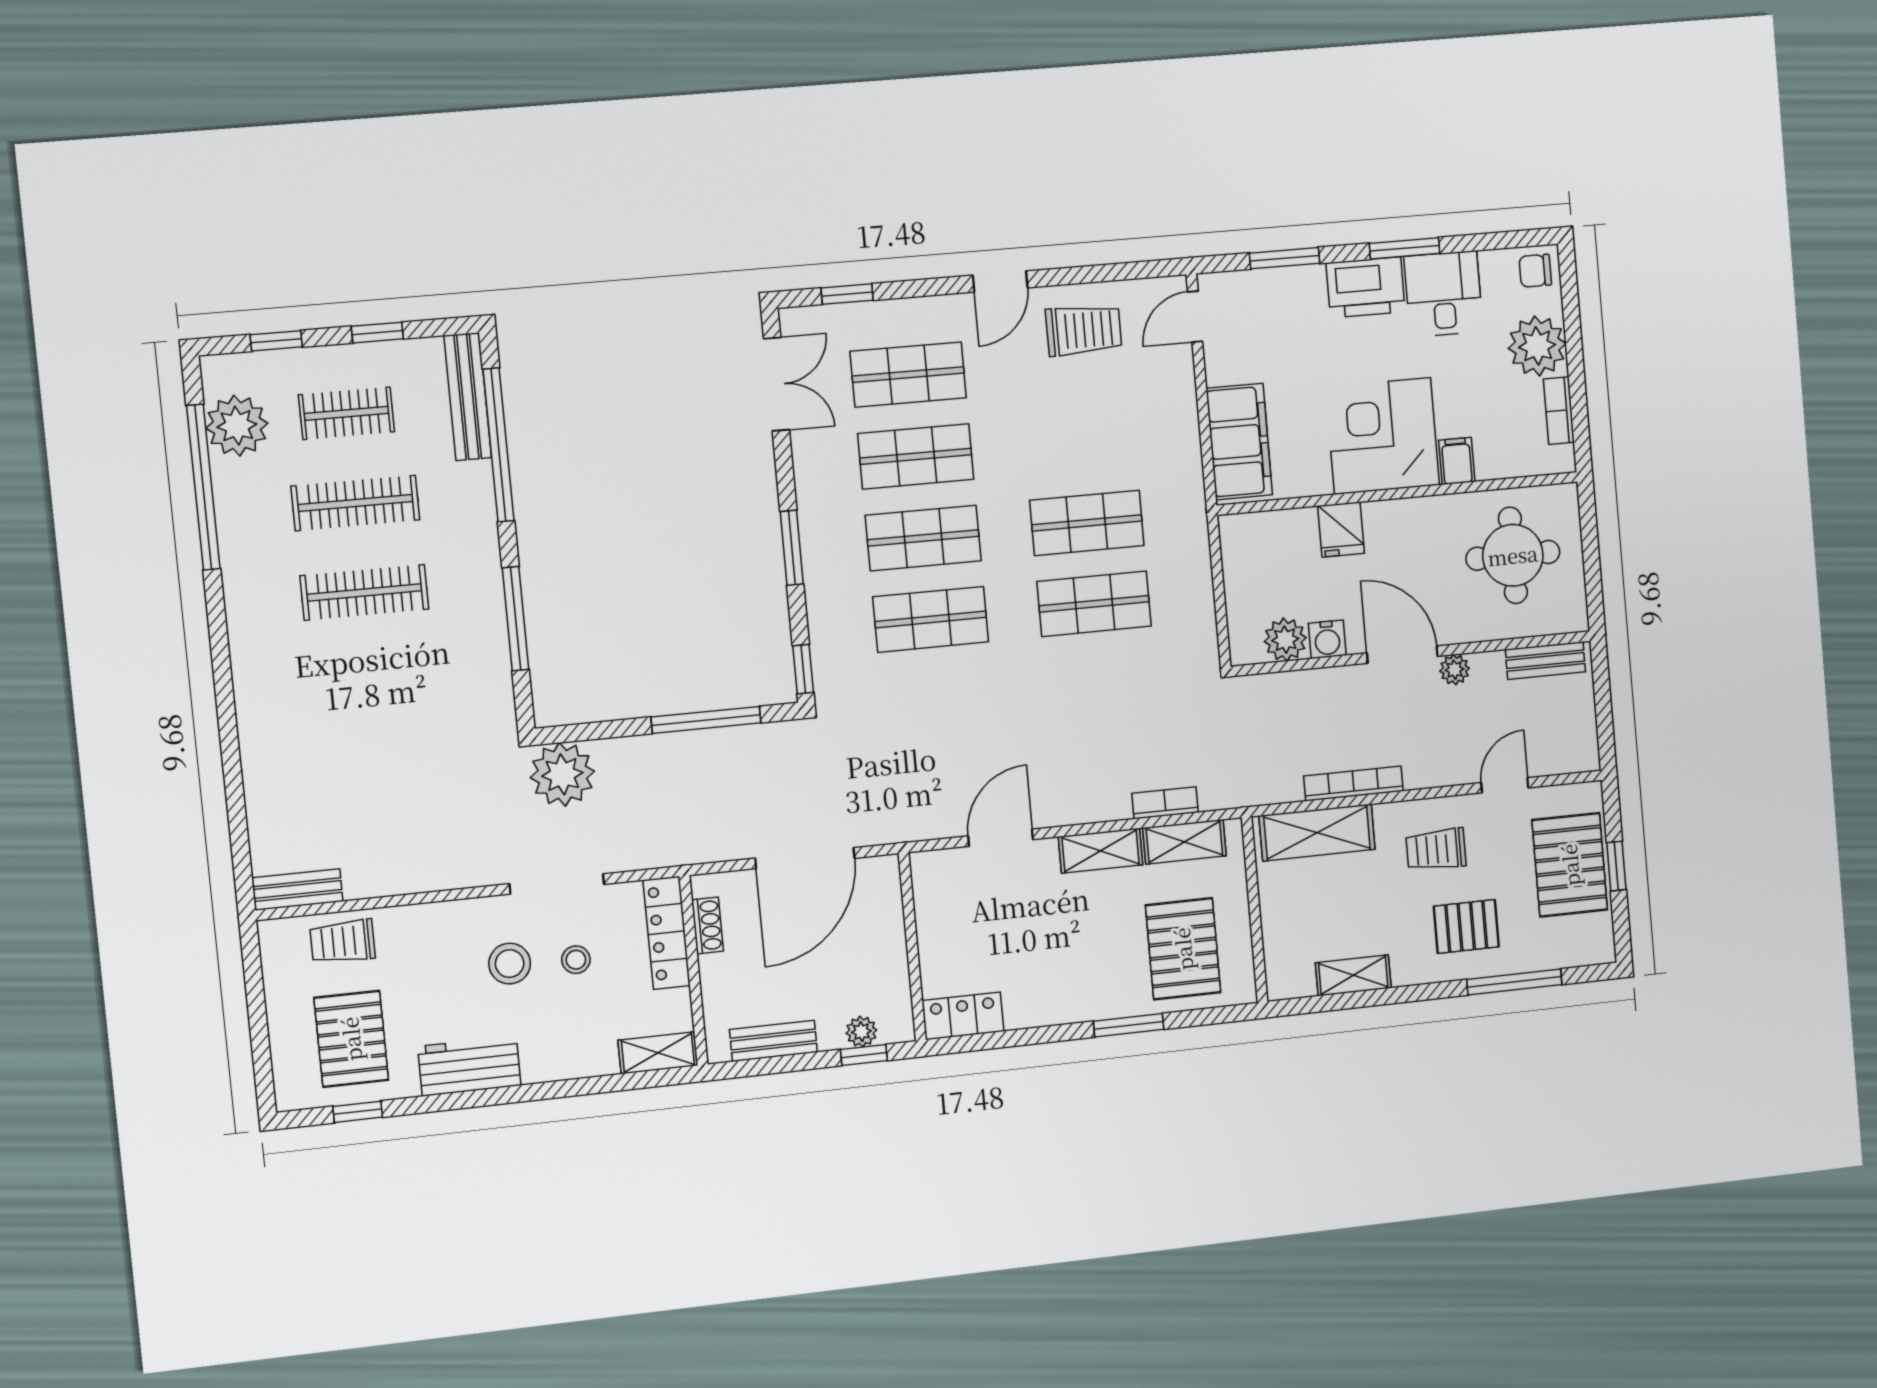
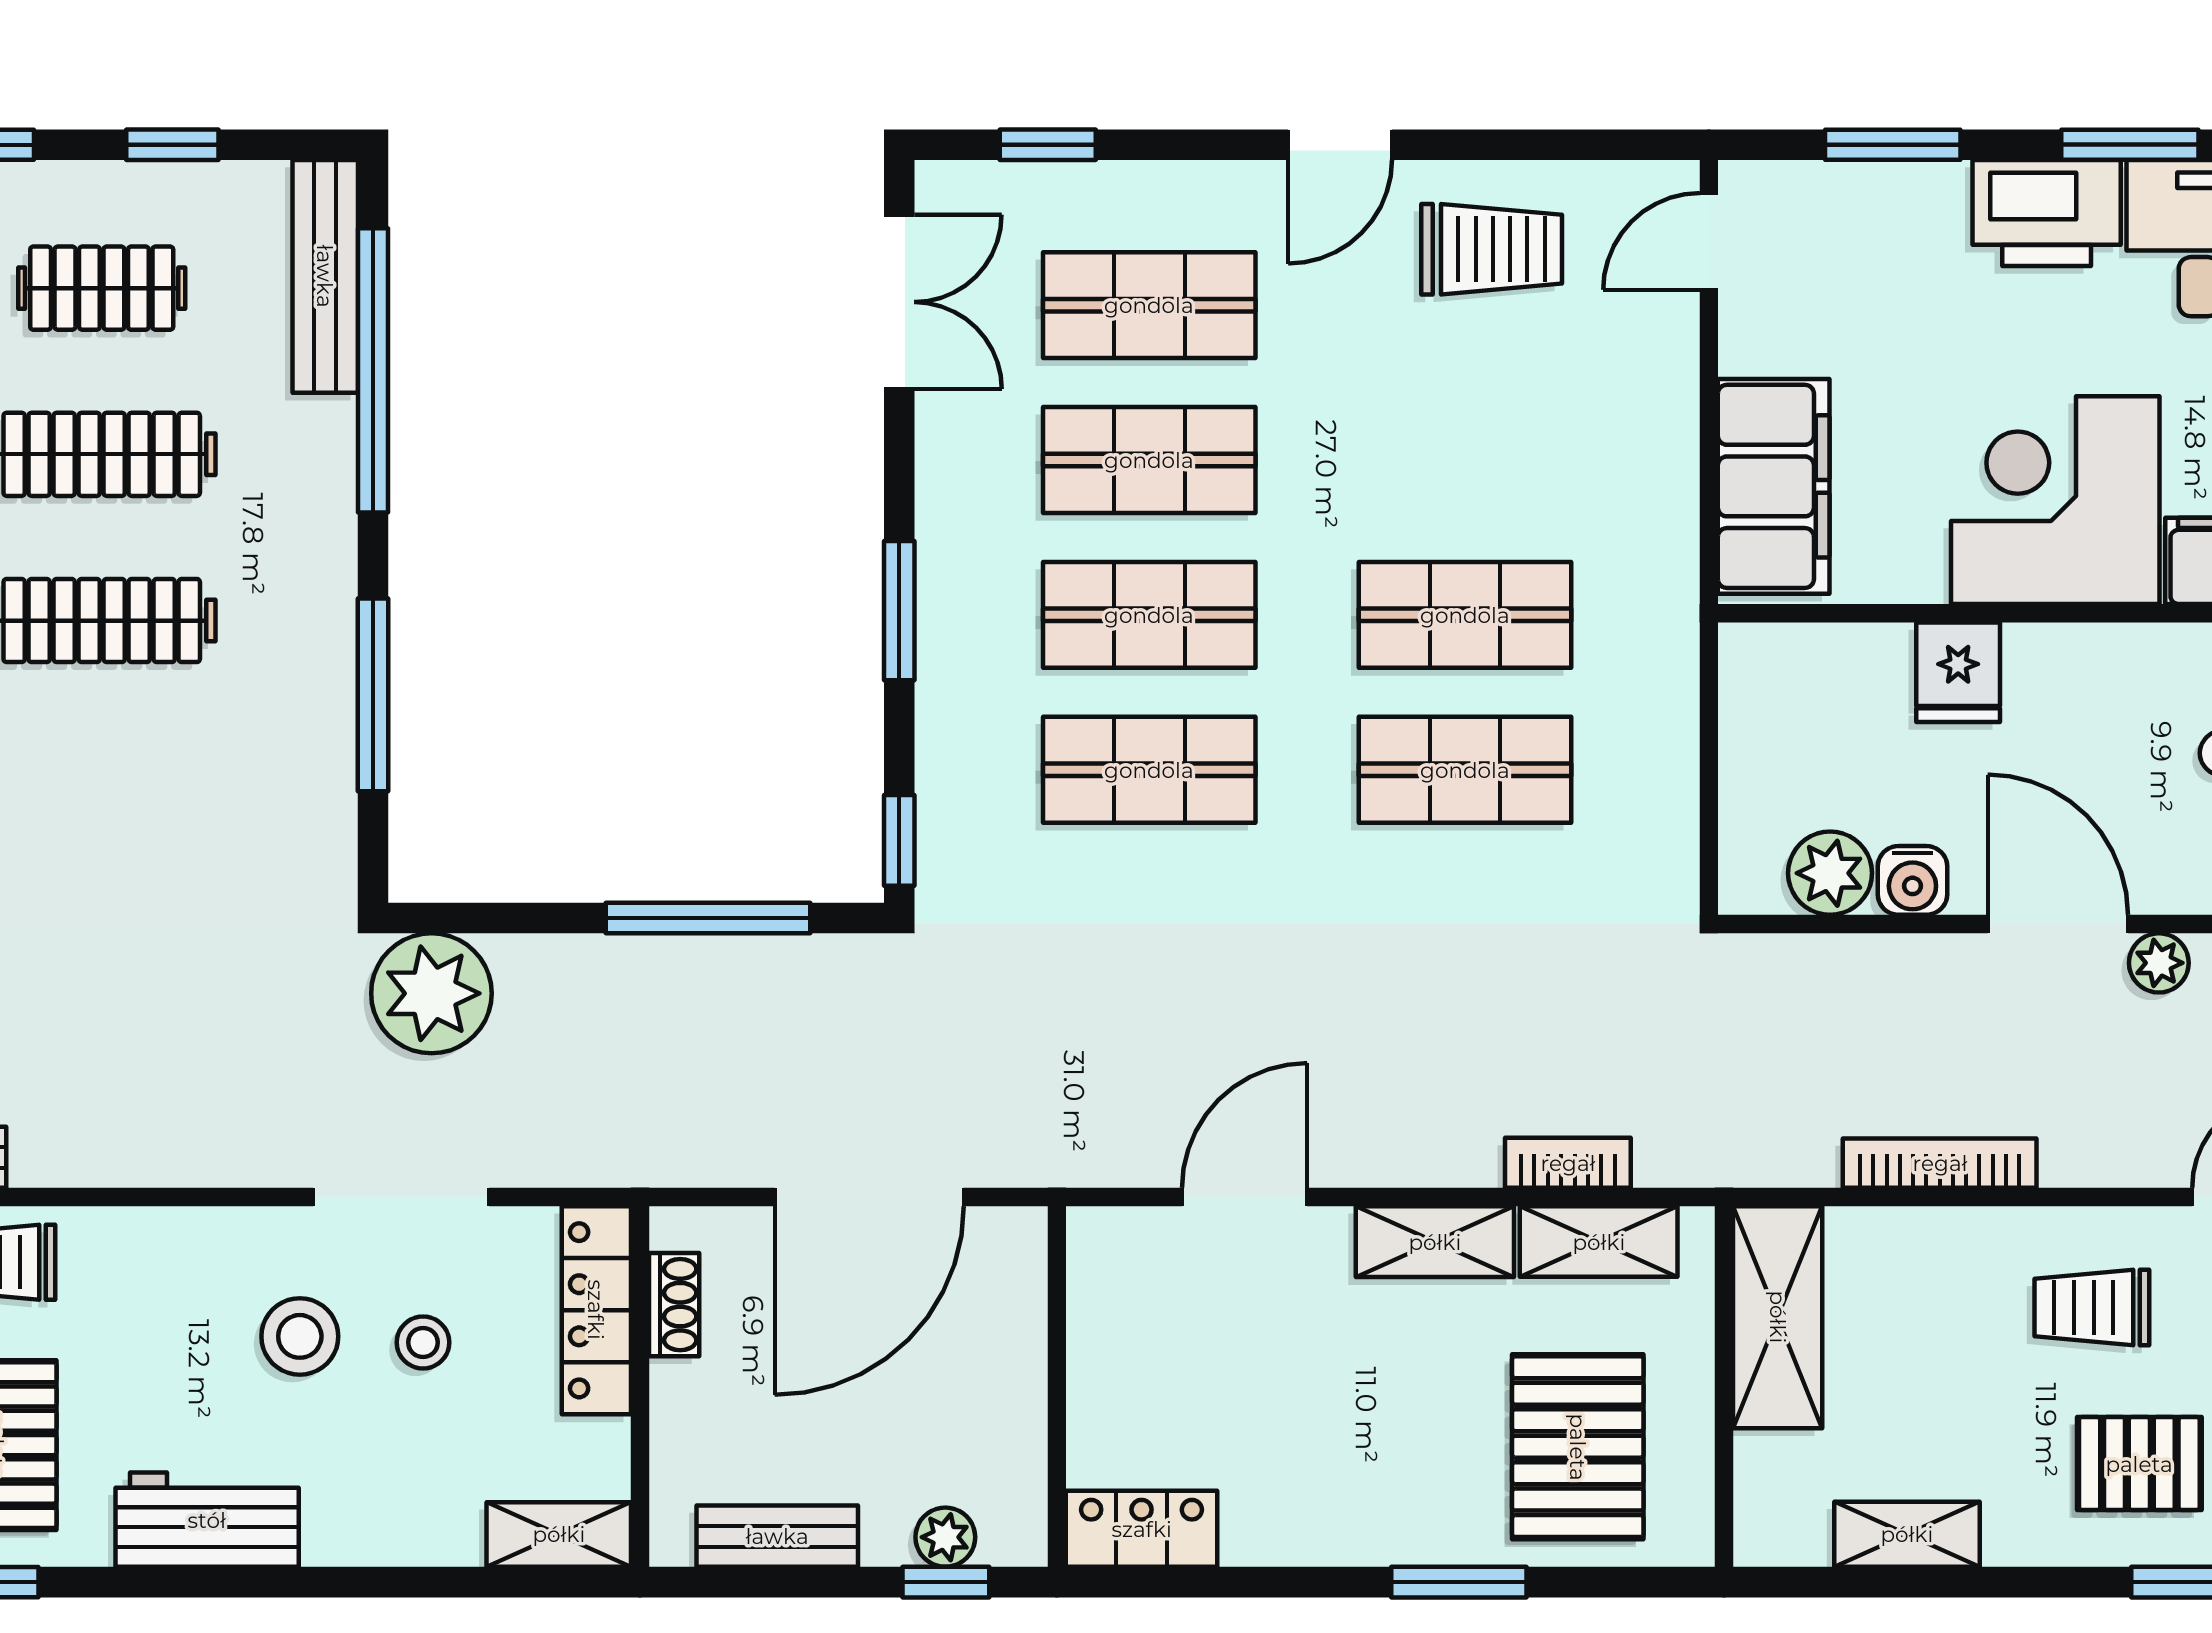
shelving: (1317, 833) -> (1778, 1317), moved, turned 90

